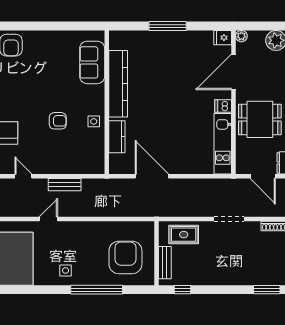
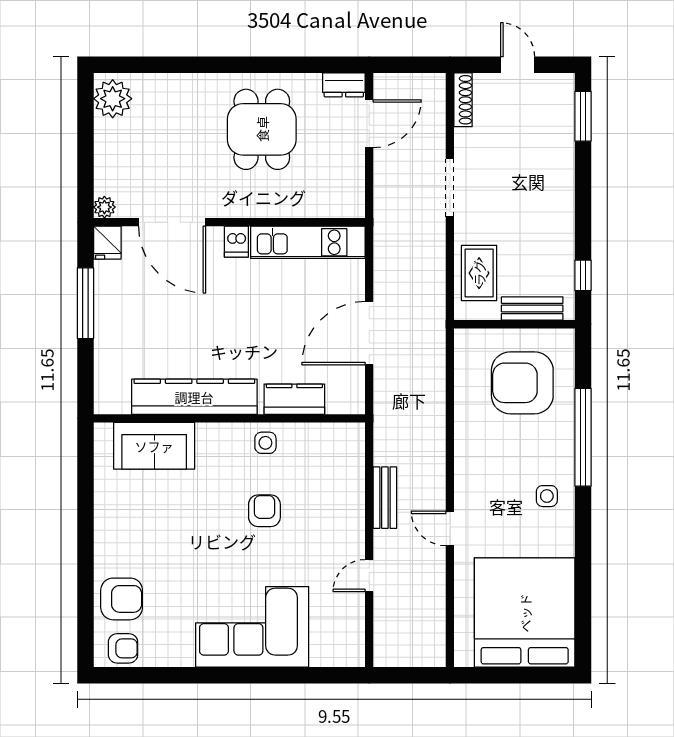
plant: (241, 36) -> (104, 207), moved
fridge: (223, 38) -> (107, 243), moved
door: (233, 72) -> (172, 222), moved
wall: (233, 102) -> (229, 222), moved
dishwasher: (223, 106) -> (236, 242), moved
kitchen unit: (223, 144) -> (308, 242), moved

